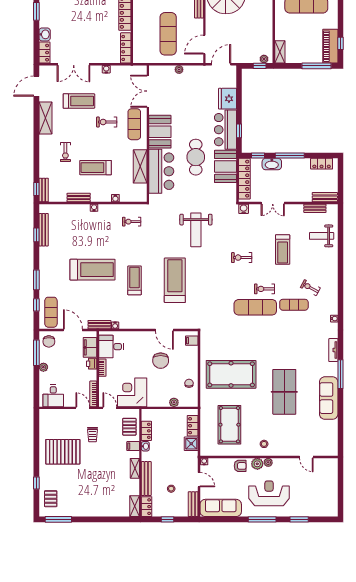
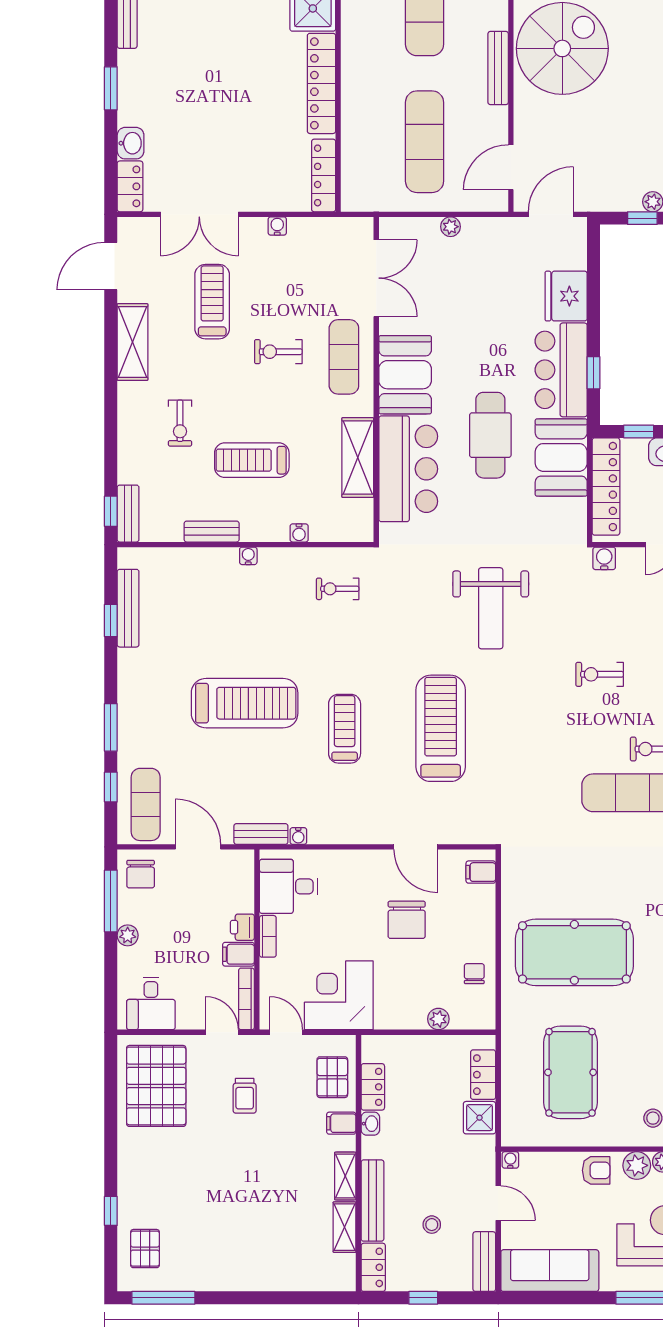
double door: (148, 91) -> (376, 278), swing flipped
treadmill: (79, 101) -> (212, 302), turned -90
filing cabinet: (90, 347) -> (239, 954), moved, width x0.50
pallet: (63, 452) -> (156, 1086), moved, turned 90
shelving: (135, 506) -> (345, 1227), moved

